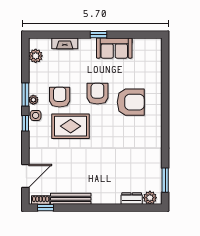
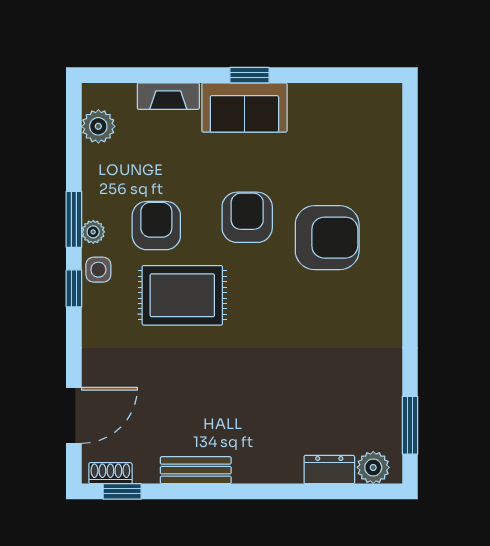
sofa: (114, 48) -> (244, 107), moved
bench: (71, 199) -> (196, 470), width x0.73

